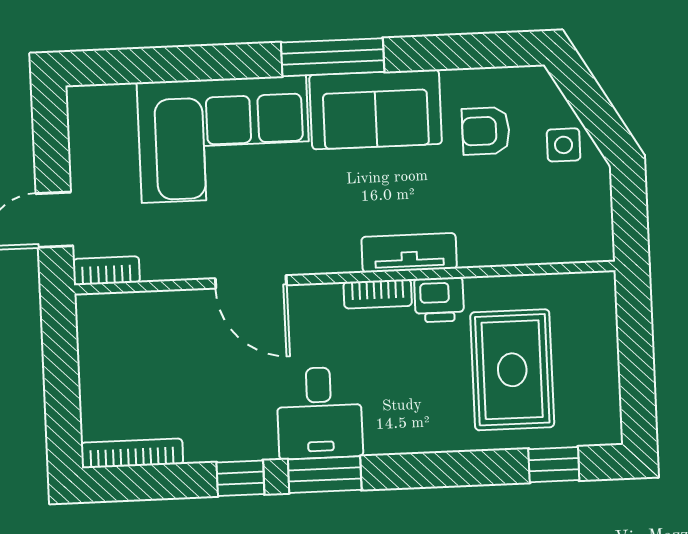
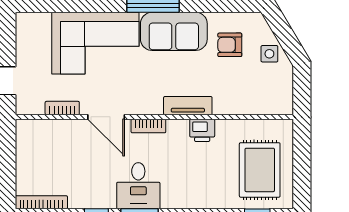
bookcase: (106, 271) -> (62, 108), moved
bookcase: (378, 294) -> (148, 126), moved
rug: (512, 370) -> (260, 170), moved

